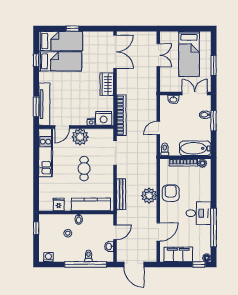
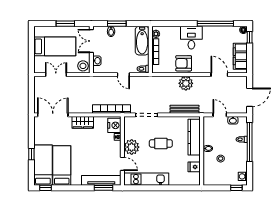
window: (36, 60) -> (45, 188), moved
stool: (168, 84) -> (83, 66), added
desk: (198, 213) -> (191, 38), moved
window: (36, 228) -> (236, 188), moved

